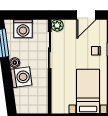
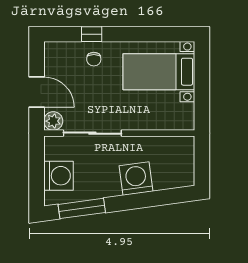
door: (86, 15) -> (37, 92), moved
boiler: (15, 63) -> (113, 189), removed

